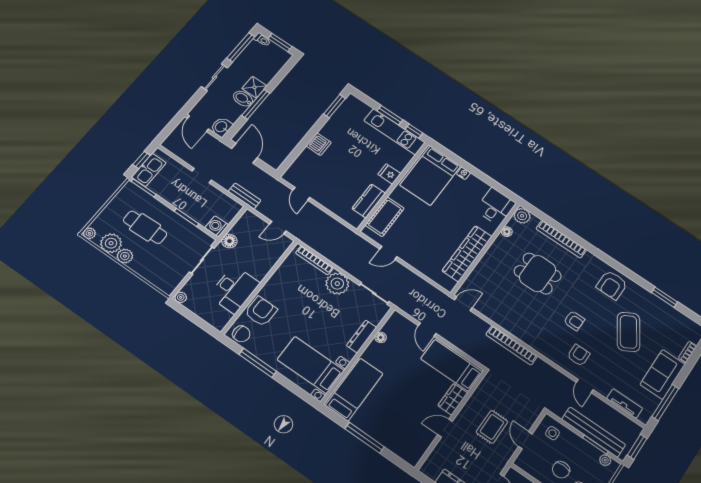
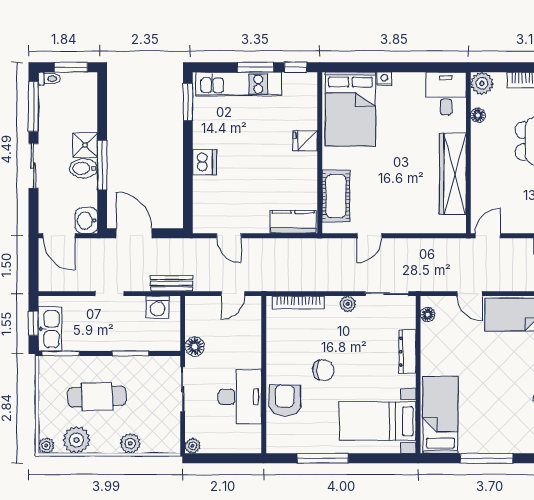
kitchen unit: (394, 132) -> (239, 84), moved
kitchen counter: (369, 201) -> (293, 222), moved, turned 90
washing machine: (217, 226) -> (158, 307), moved, turned -90
plant: (125, 256) -> (130, 443), moved
plant: (337, 284) -> (348, 304), width x0.53, depth x0.53
chair: (241, 334) -> (323, 370), moved
floor lamp: (381, 337) -> (428, 315), moved

